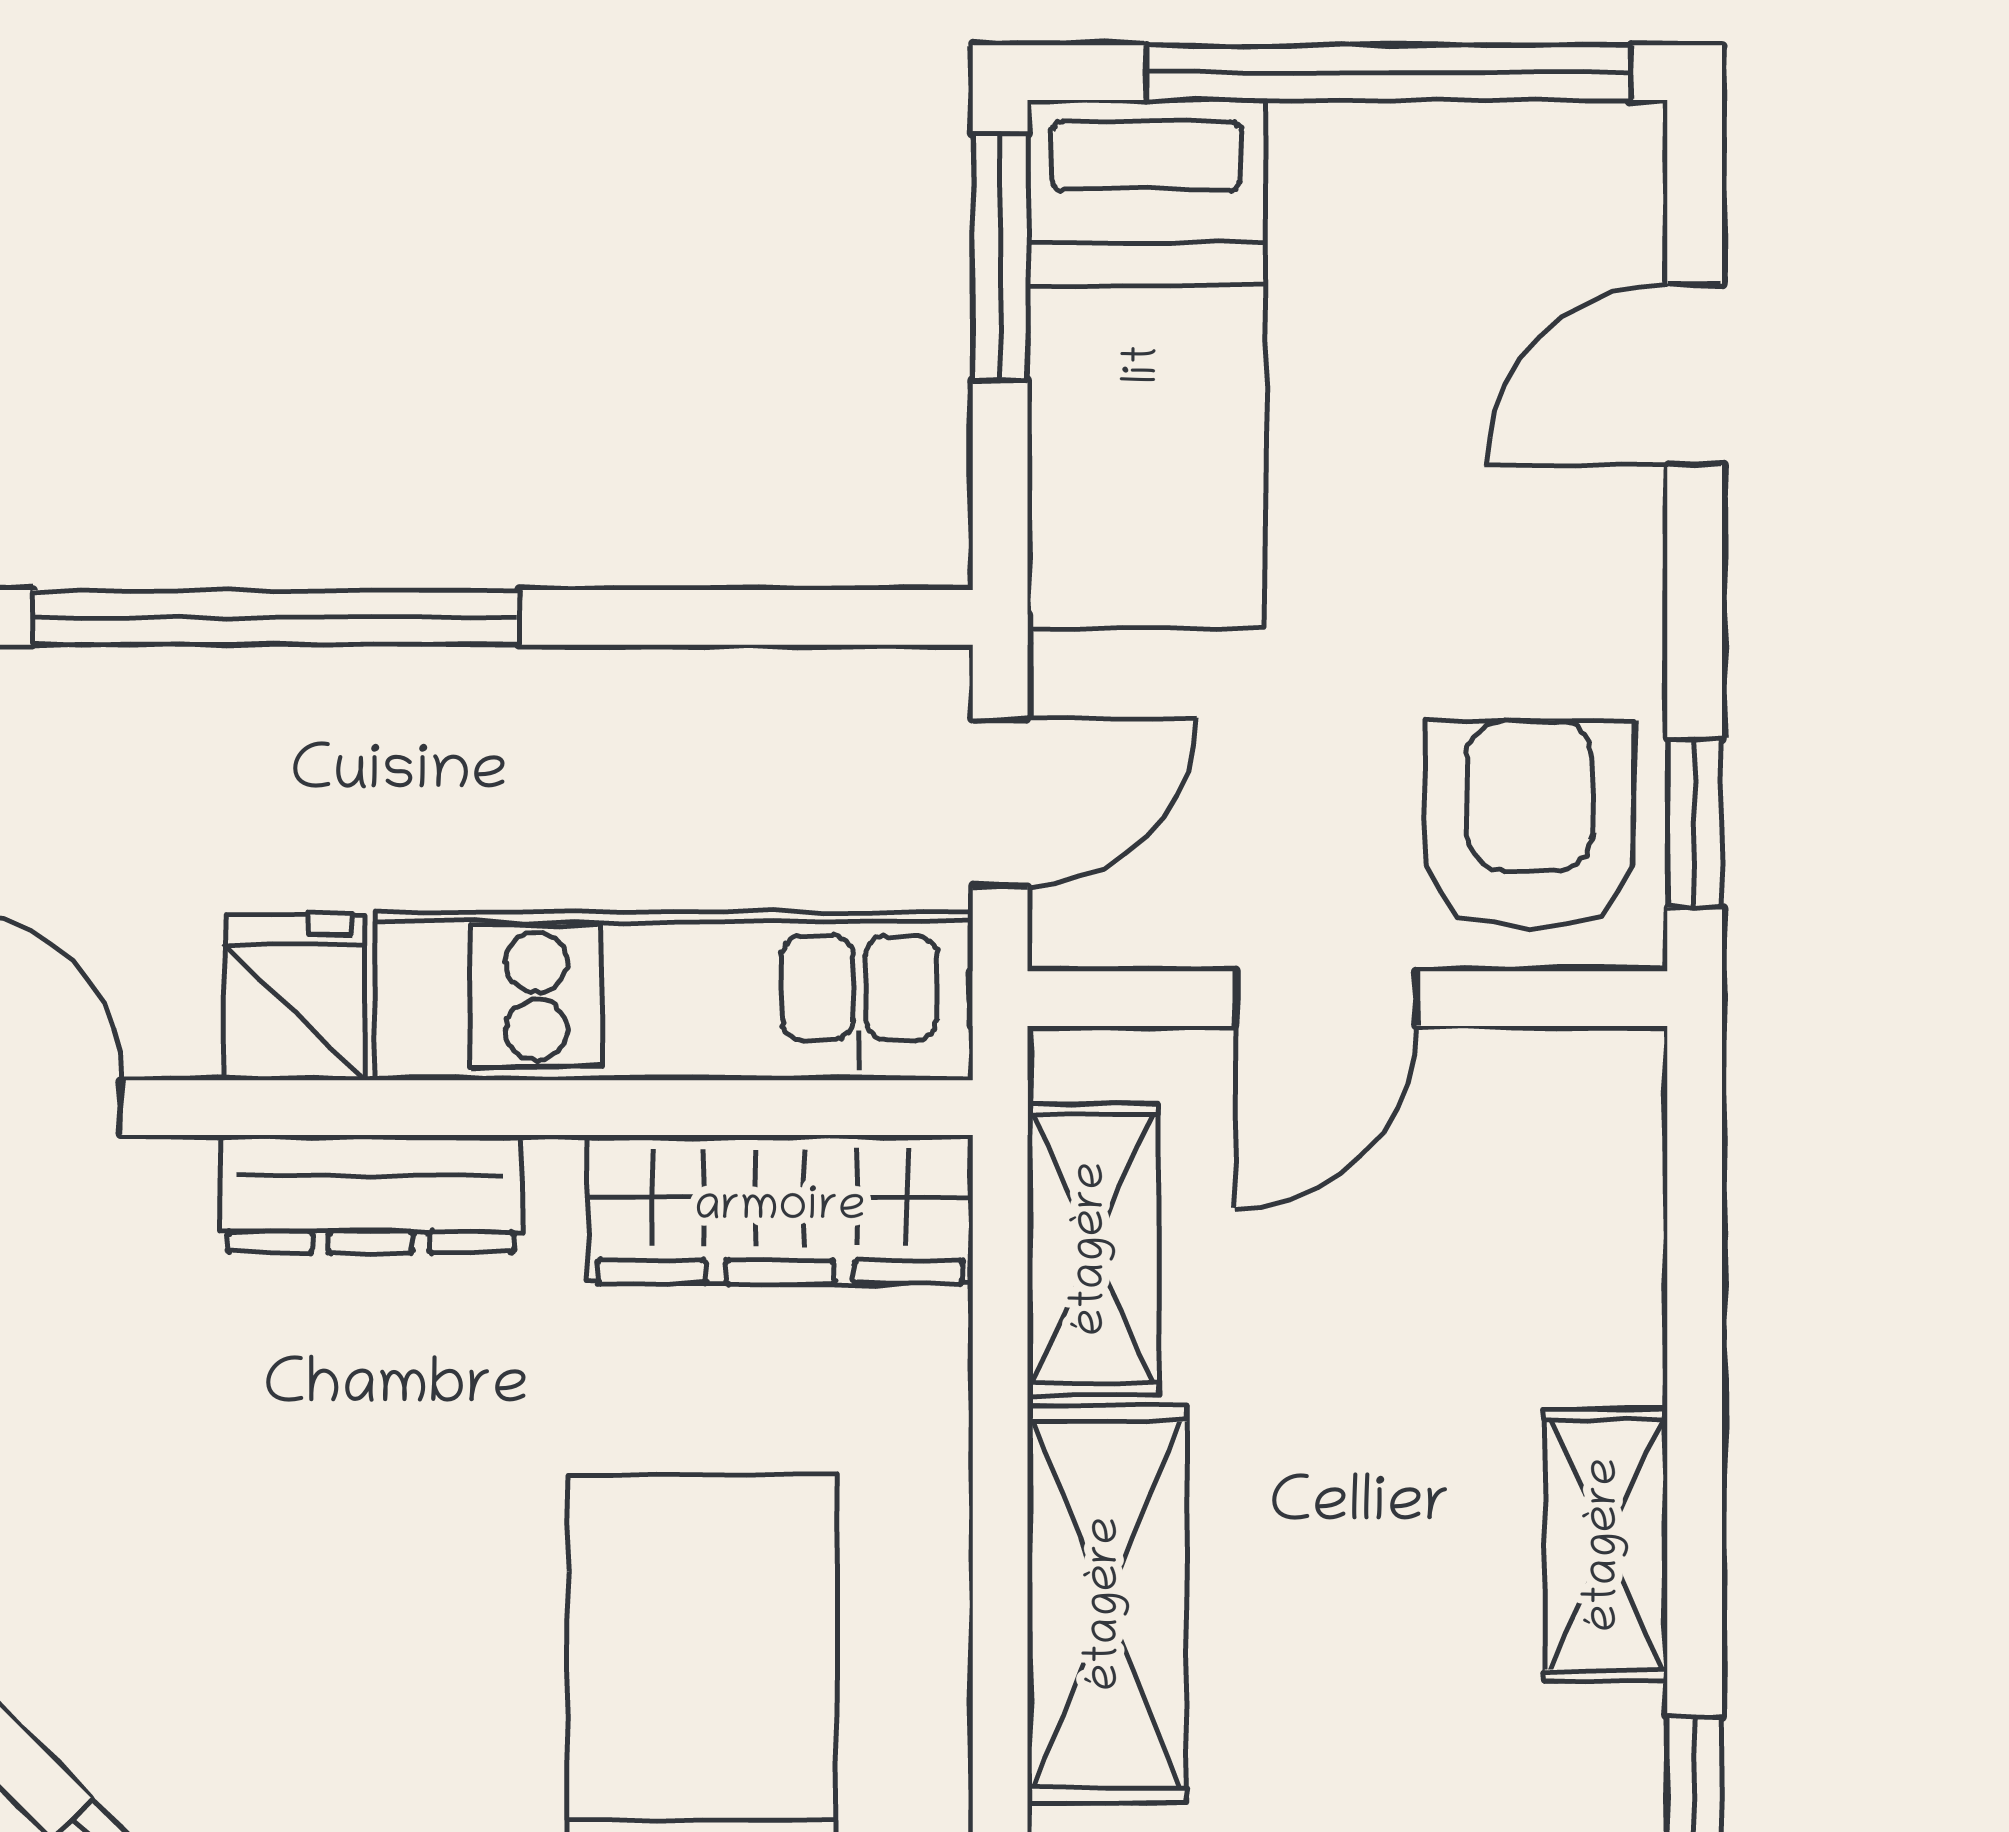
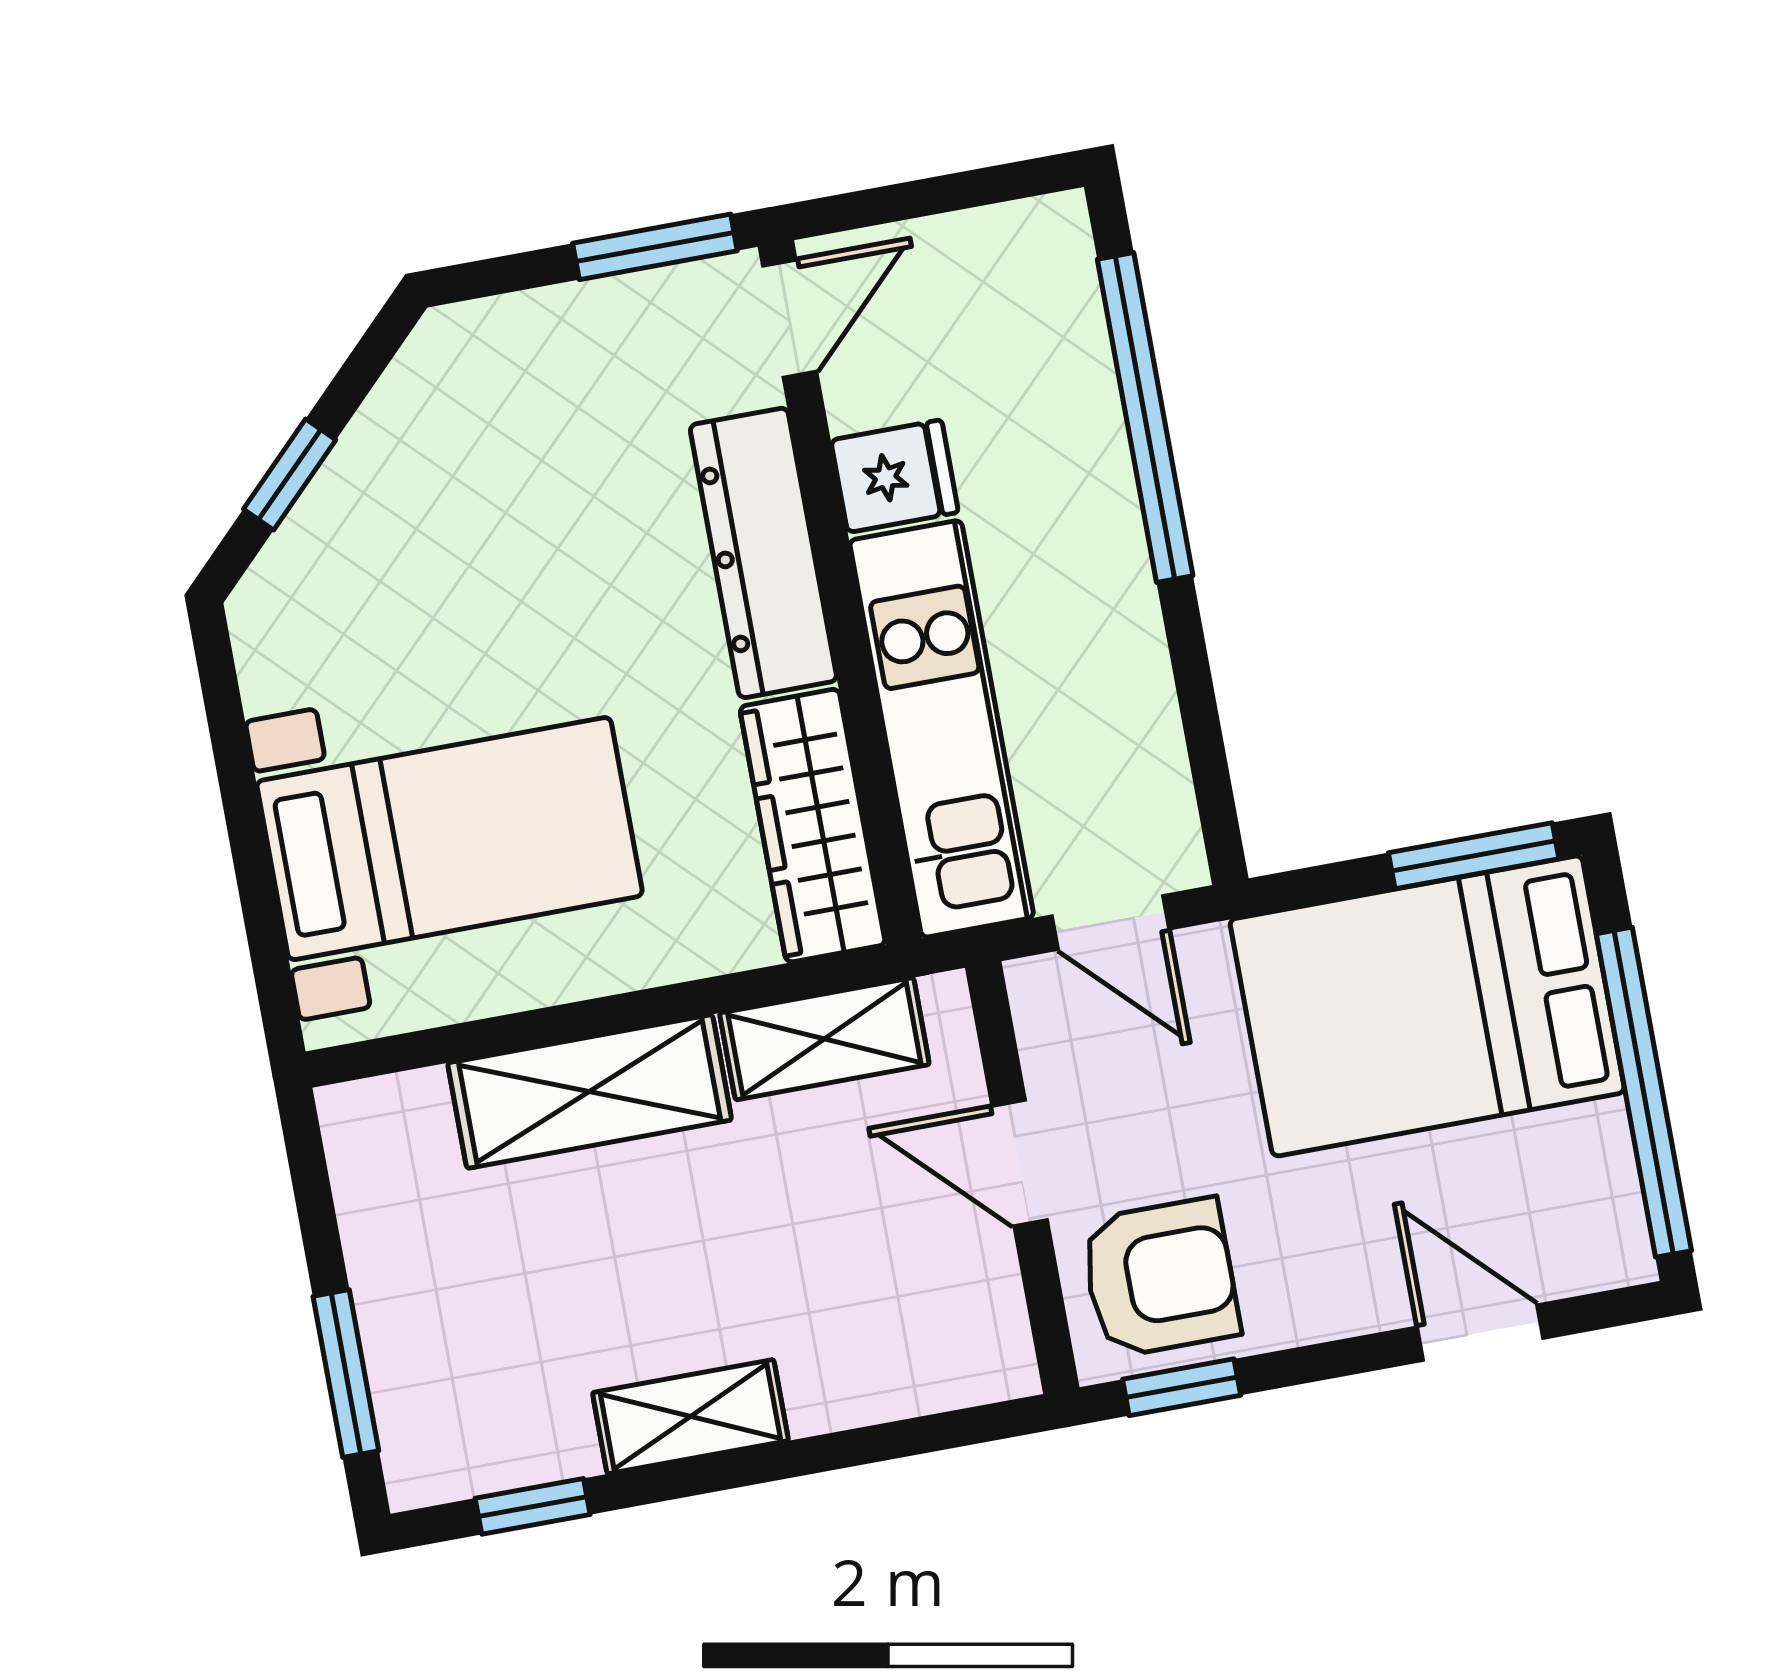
bed: (1146, 364) -> (1427, 1006), width x1.50
dresser: (371, 1194) -> (763, 553), width x1.37, depth x1.24

